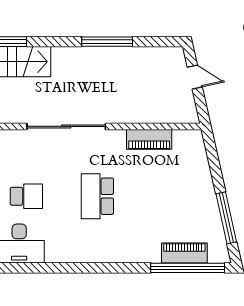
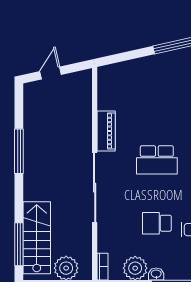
piano: (149, 139) -> (106, 131), moved
school desk: (26, 196) -> (157, 223), turned -90

